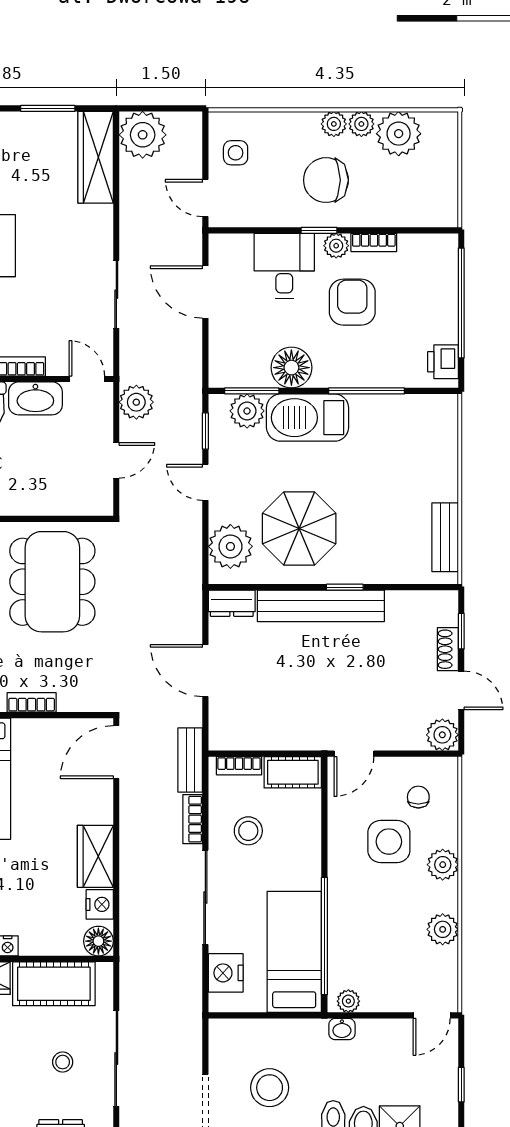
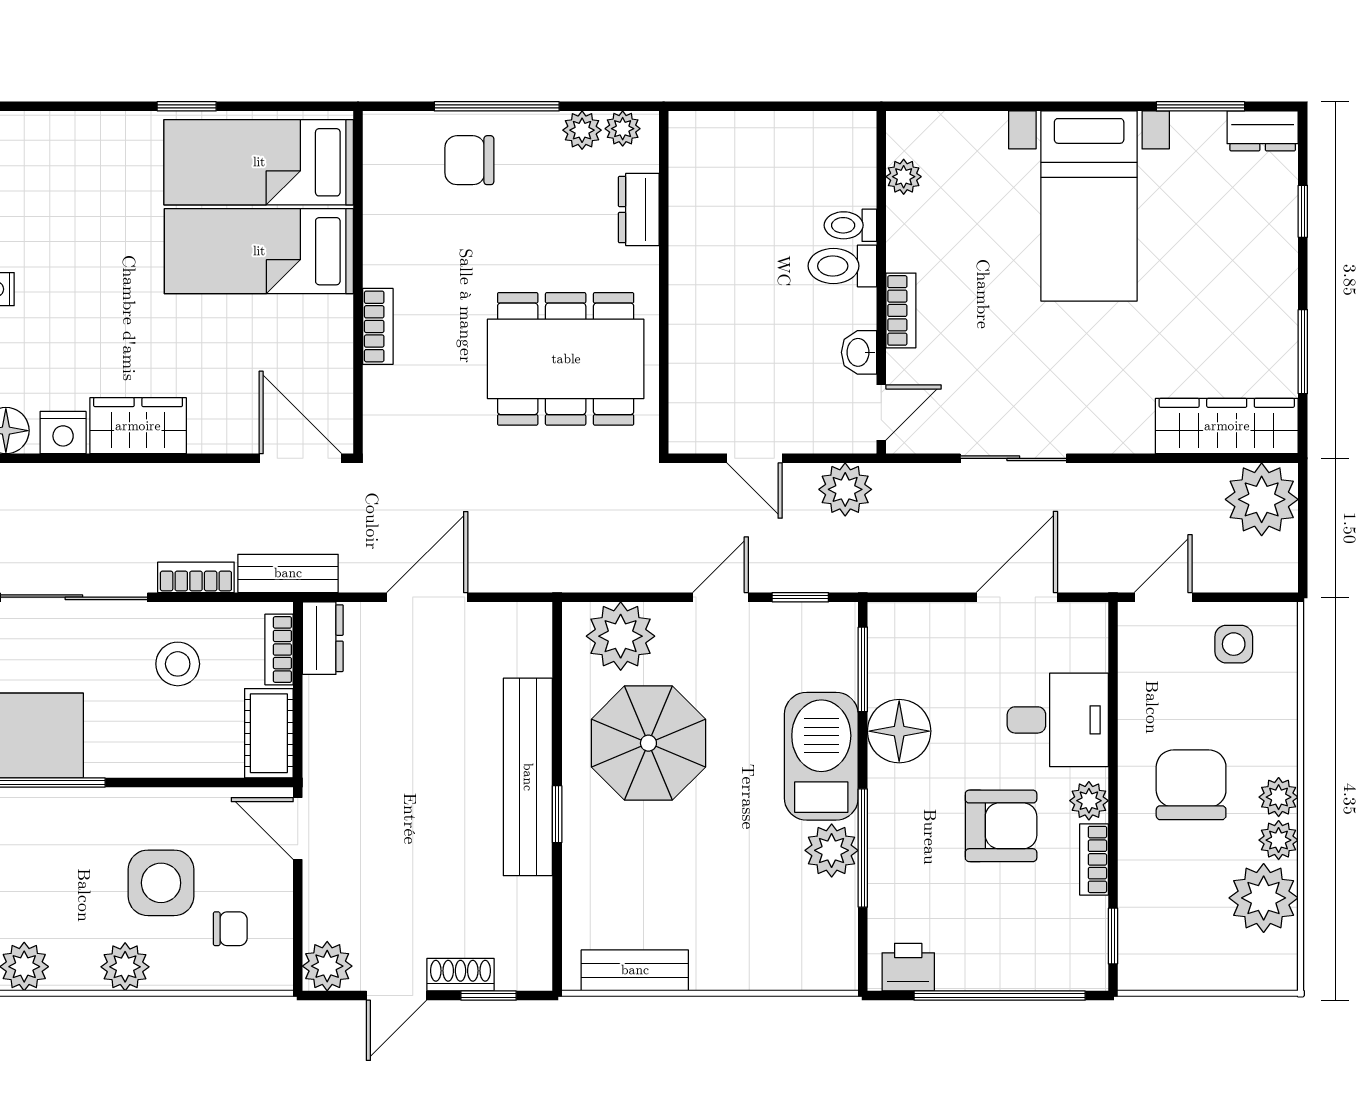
window: (319, 230) -> (1113, 936), moved
washbasin: (35, 398) -> (859, 352), width x0.52, depth x0.69
plant: (247, 411) -> (832, 850), moved
dresser: (232, 603) -> (323, 638), moved, turned 180

